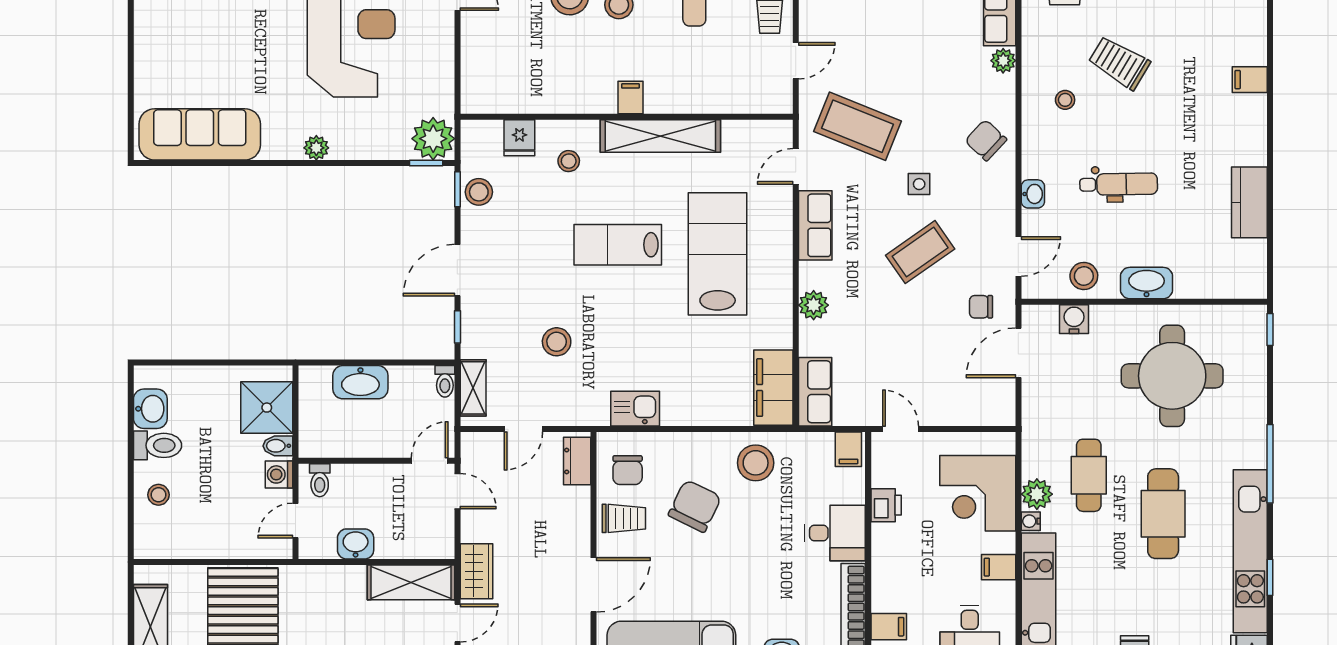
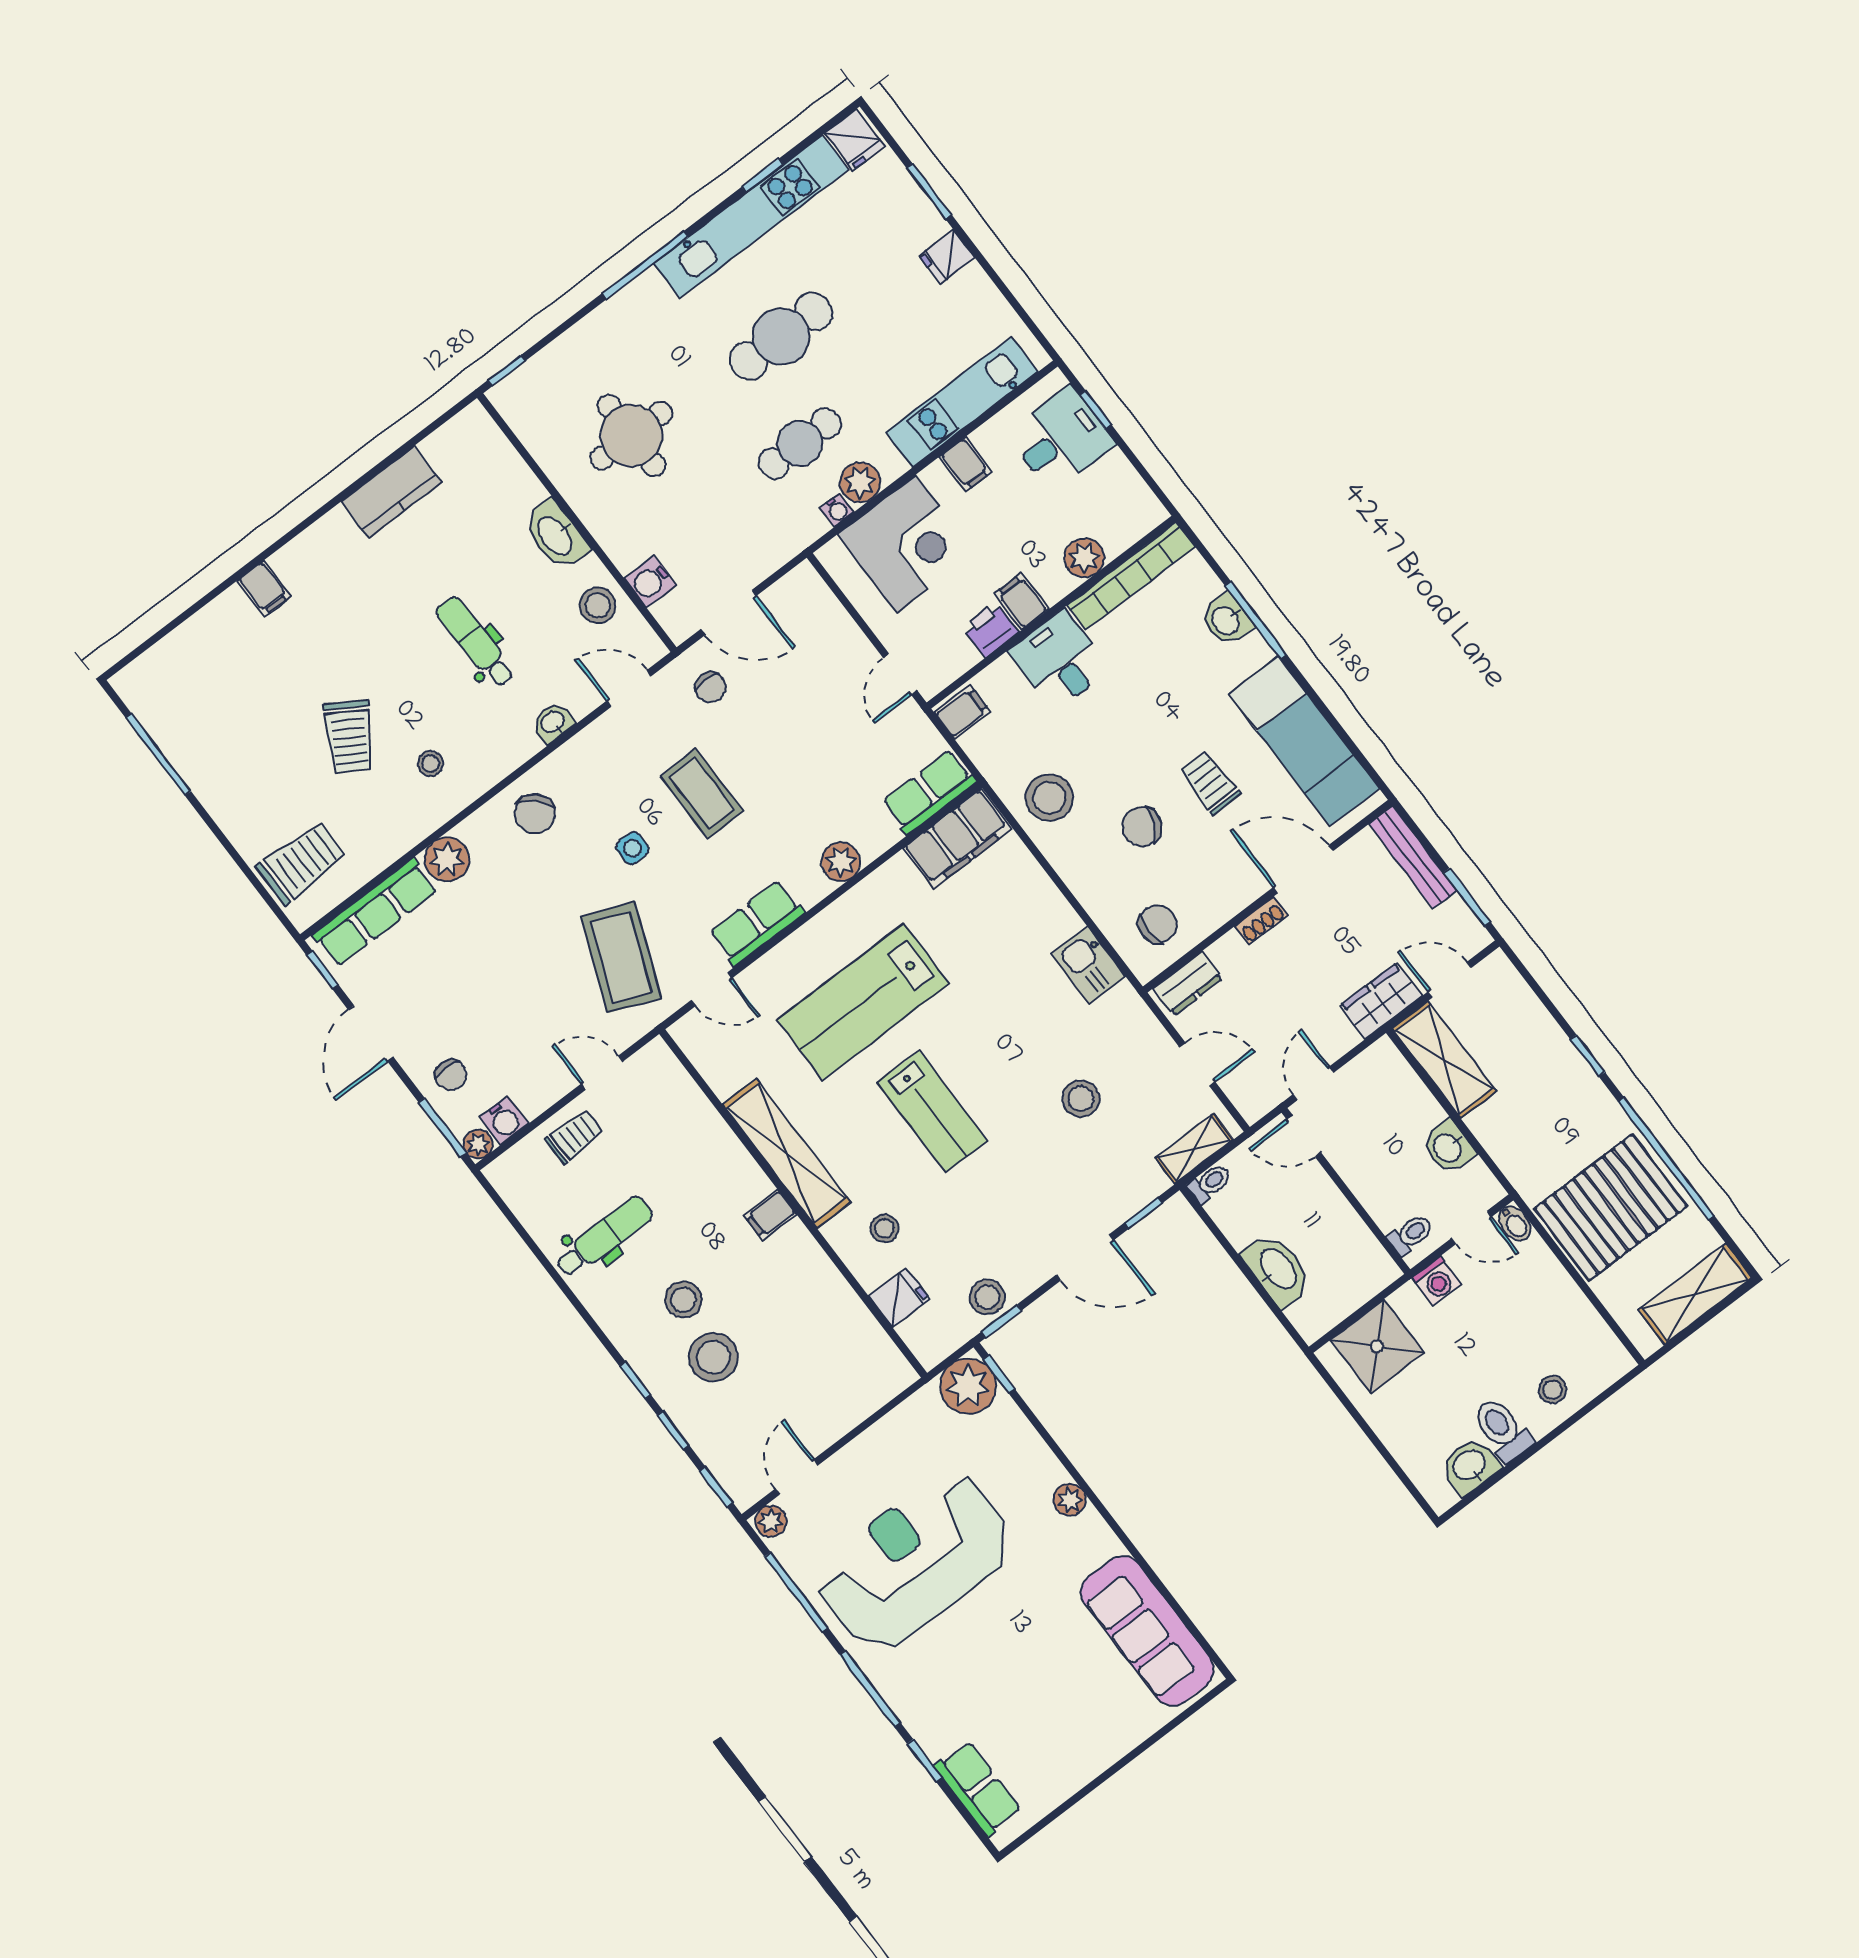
plant: (1003, 61) -> (447, 859), width x1.38, depth x1.38
coffee table: (920, 252) -> (702, 793), turned 35
round table: (1172, 376) -> (631, 436), width x0.73, depth x0.73
bidet: (278, 446) -> (1515, 1223), moved
chair: (695, 506) -> (1142, 826), width x0.73, depth x0.73
trolley: (624, 518) -> (1210, 782), moved
water cooler: (1031, 521) -> (837, 510), moved
shoe rack: (581, 535) -> (1261, 921), added
plant: (886, 596) -> (1084, 558), added
filing cabinet: (889, 627) -> (1022, 601), moved

